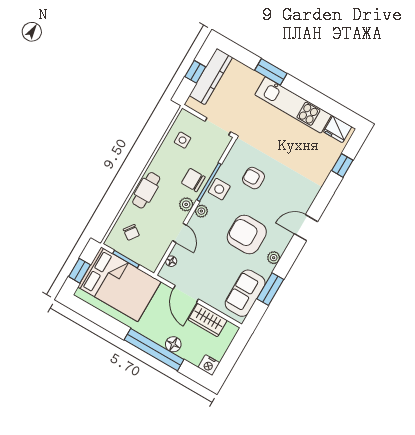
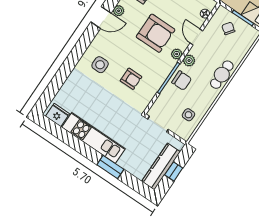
window: (342, 165) -> (56, 84), removed
side table: (219, 189) -> (100, 65), moved
door: (306, 228) -> (101, 18), moved
chair: (131, 232) -> (228, 28), moved
armchair: (247, 235) -> (156, 33), moved

